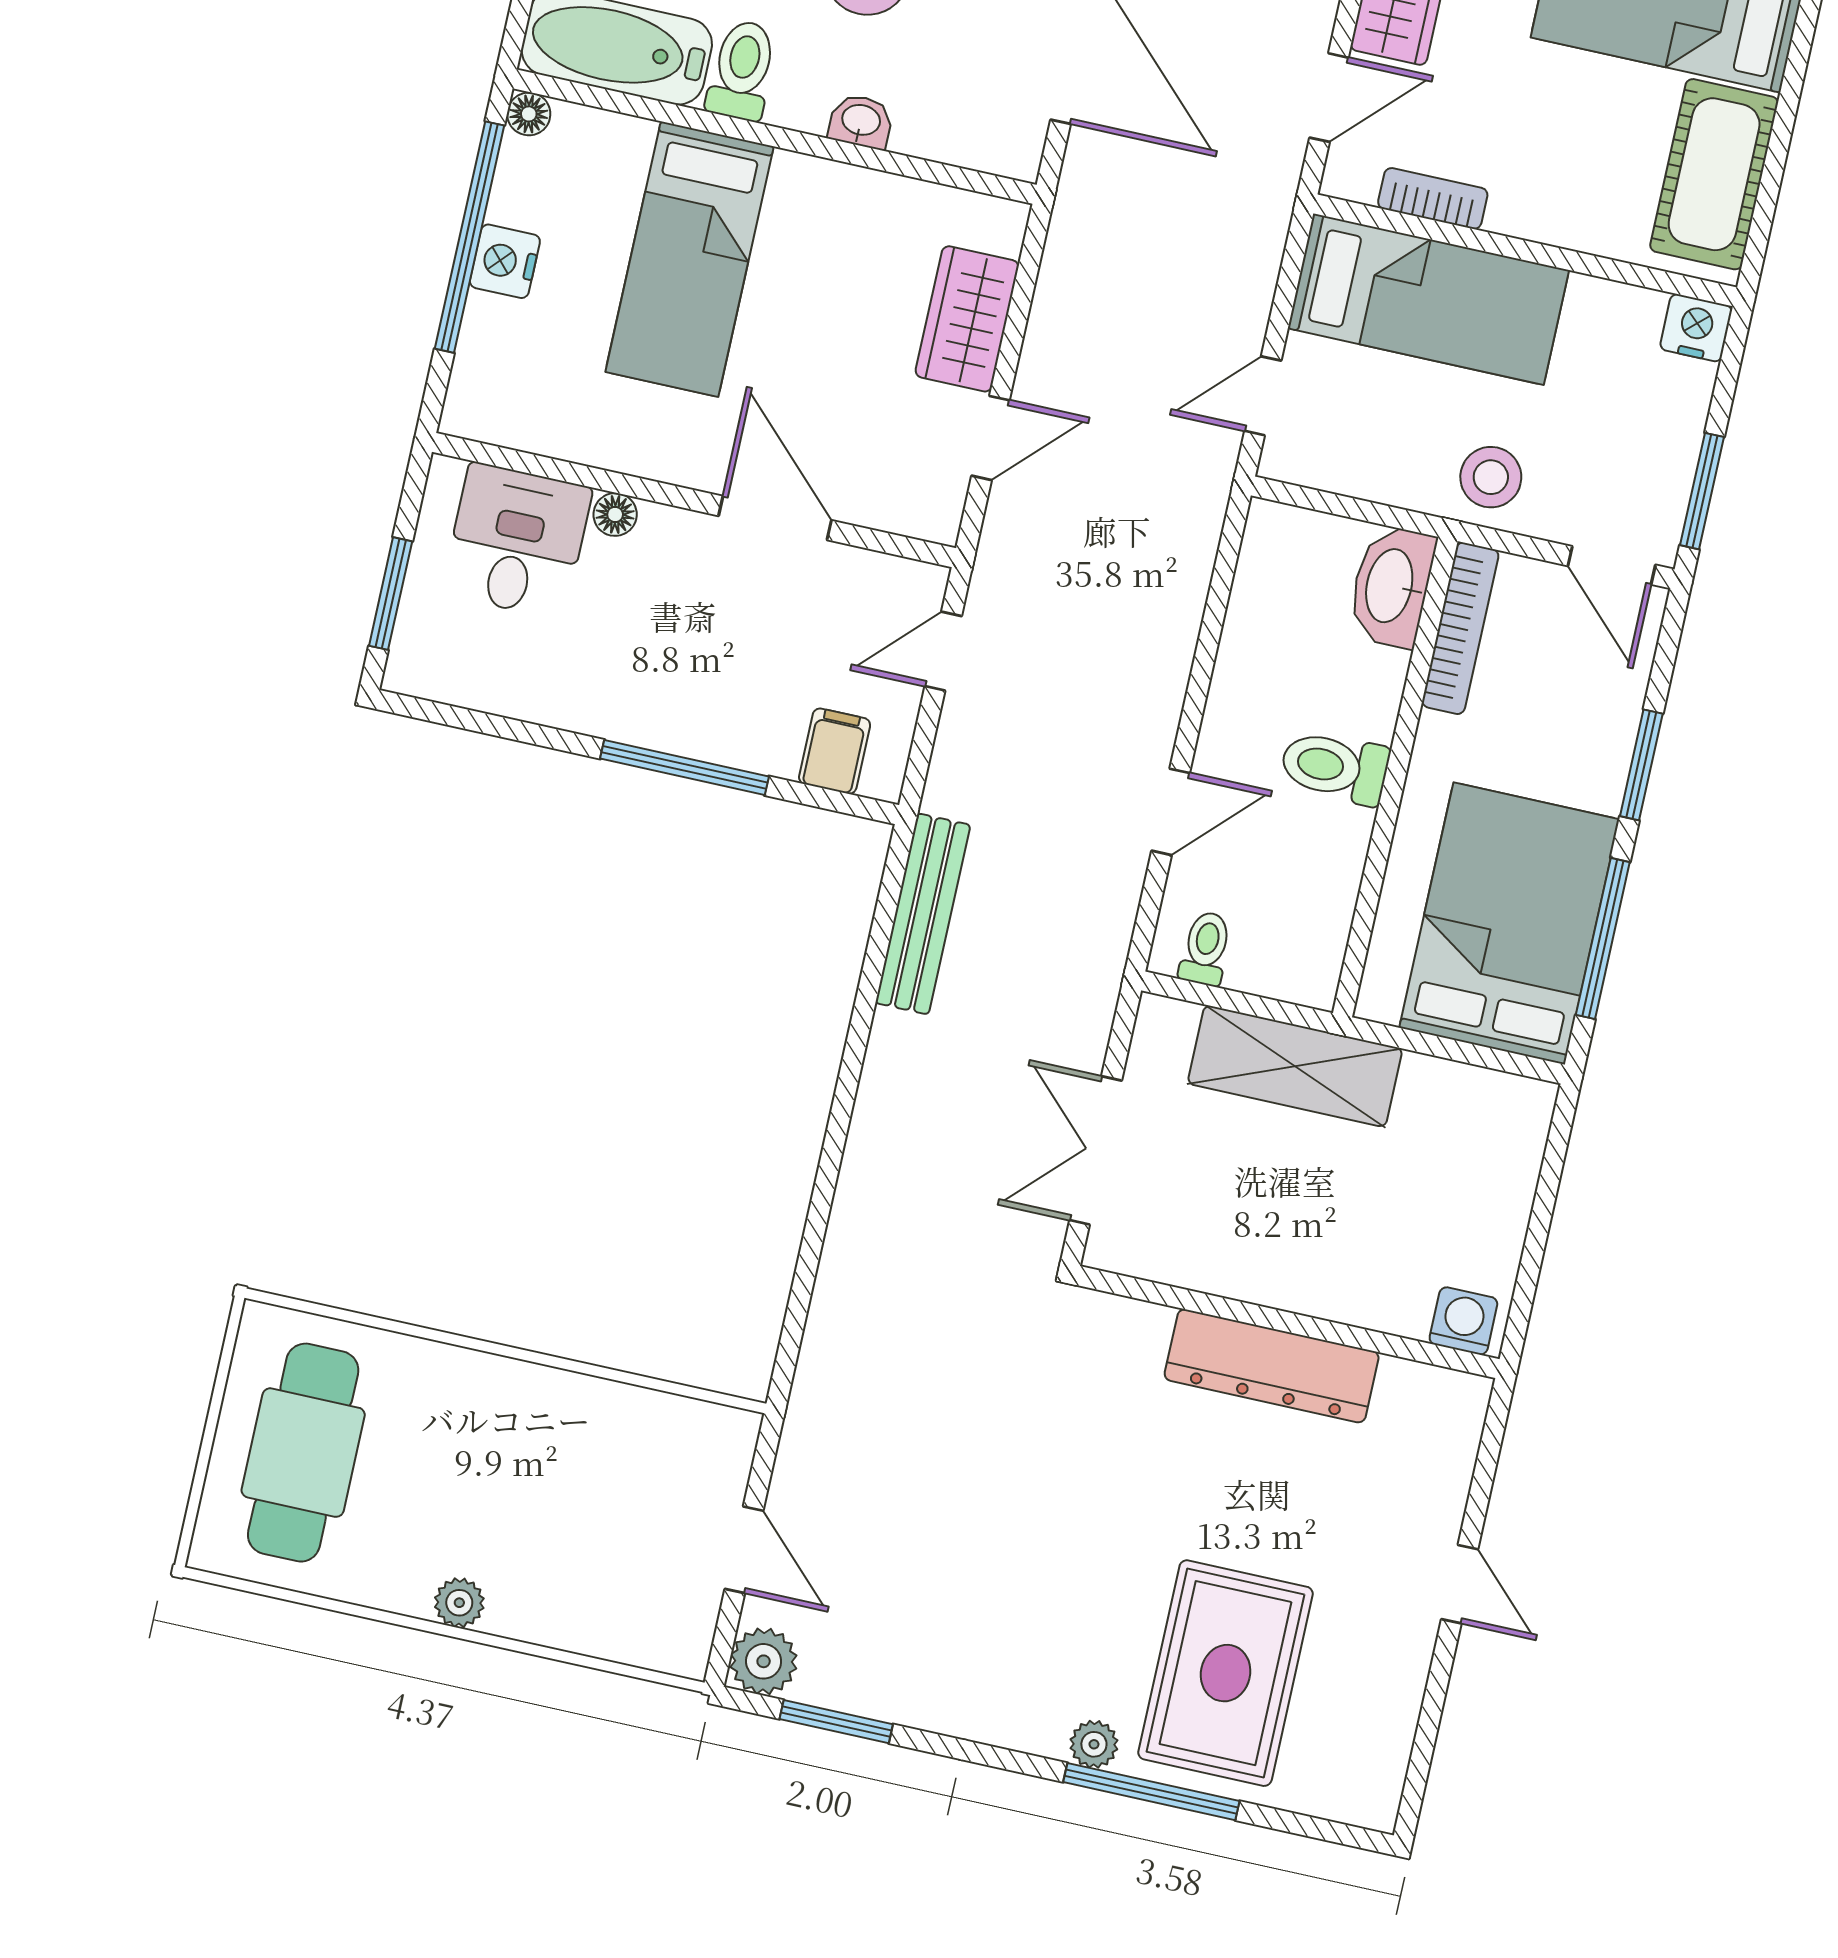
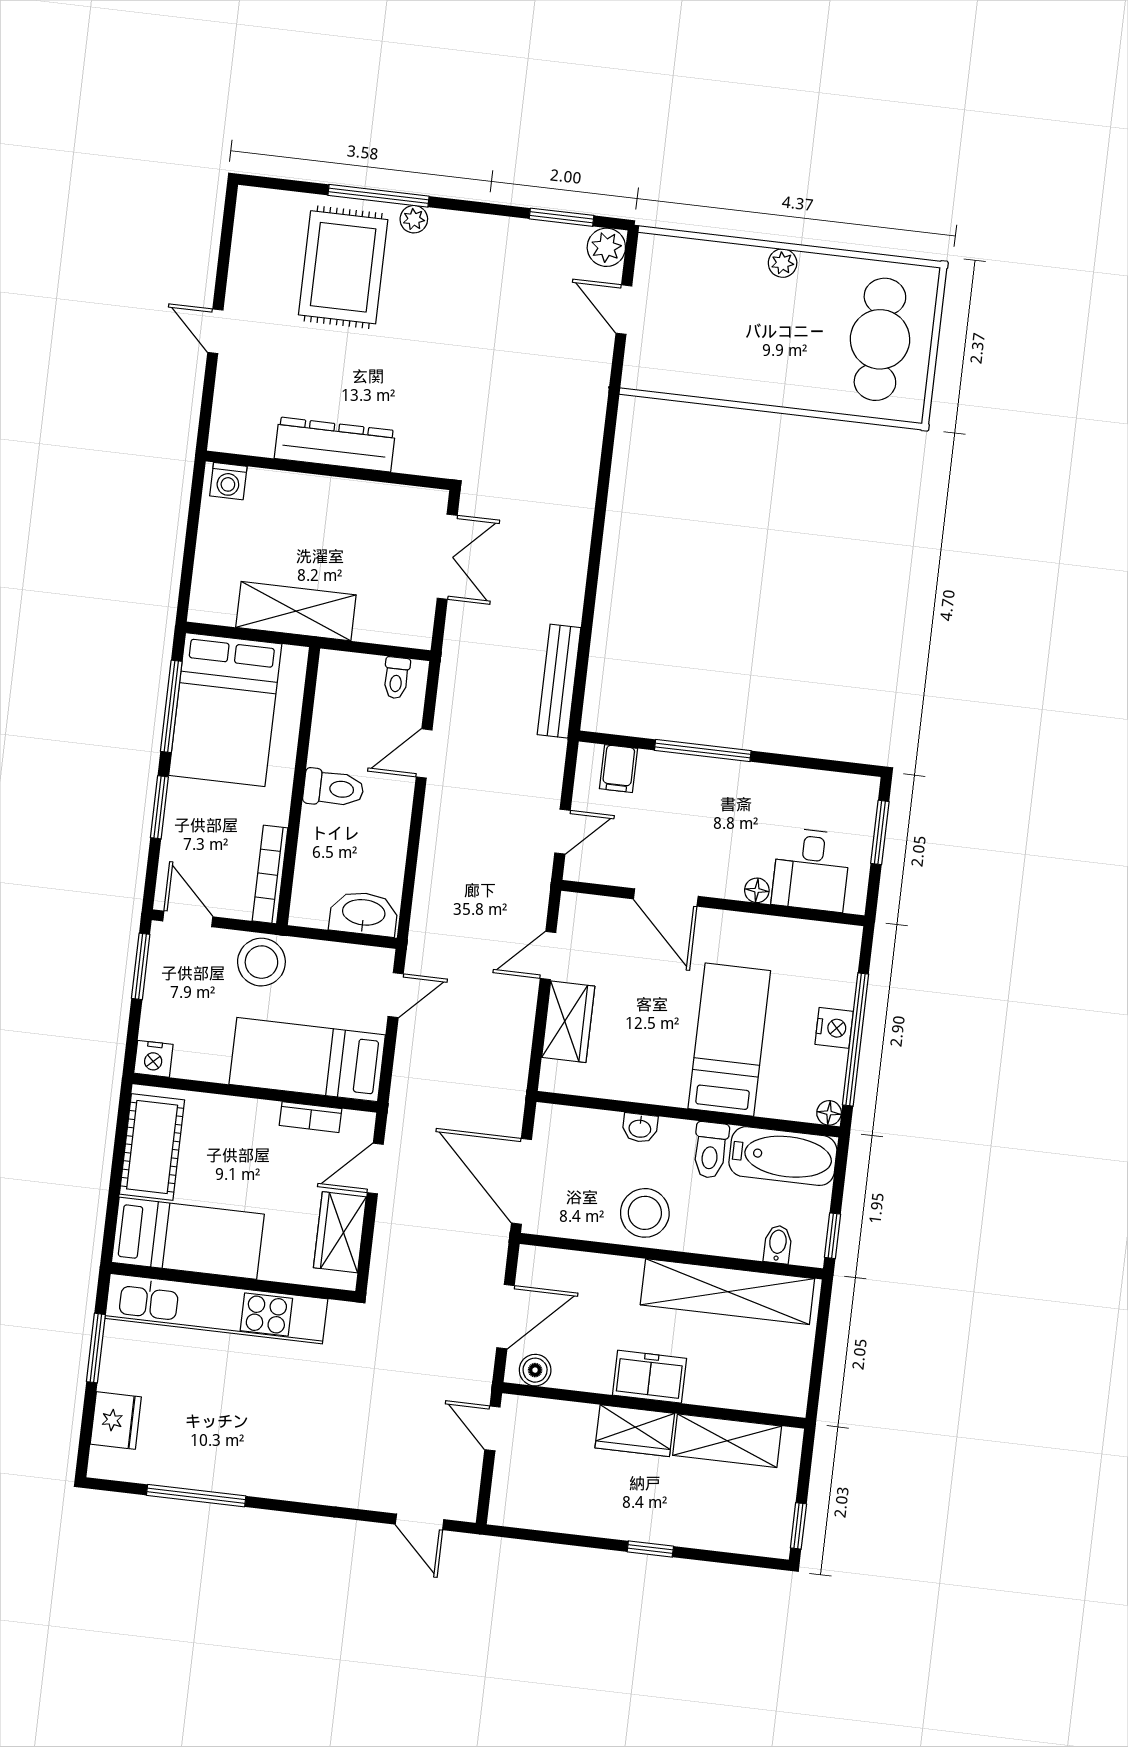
stool: (1491, 477) -> (261, 962), width x1.38, depth x1.38
washbasin: (1391, 586) -> (364, 914), moved, turned -90
shelving: (1295, 1066) -> (296, 611), moved

